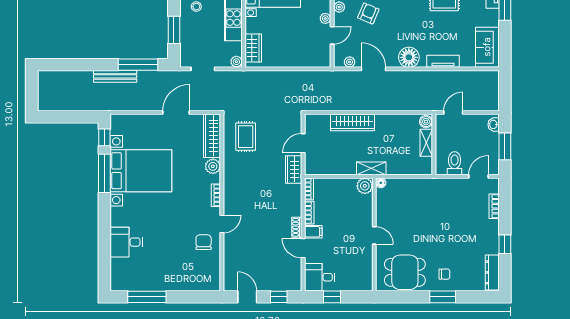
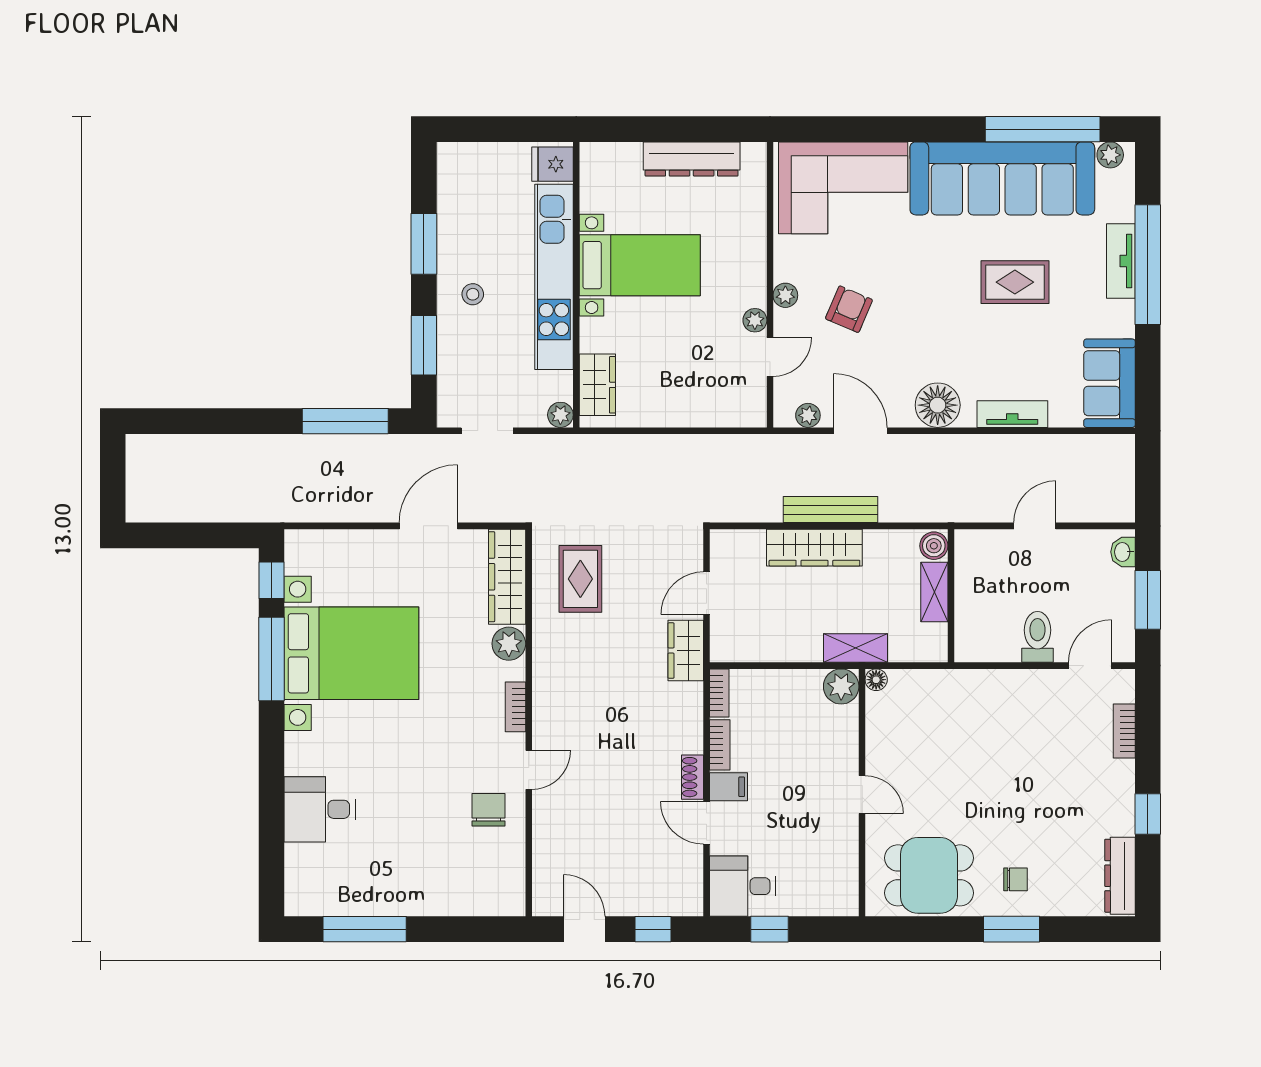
bench: (115, 76) -> (831, 510), moved
boiler: (426, 122) -> (934, 546), moved
shelving: (426, 143) -> (934, 592), moved
wall: (434, 144) -> (951, 596), moved

